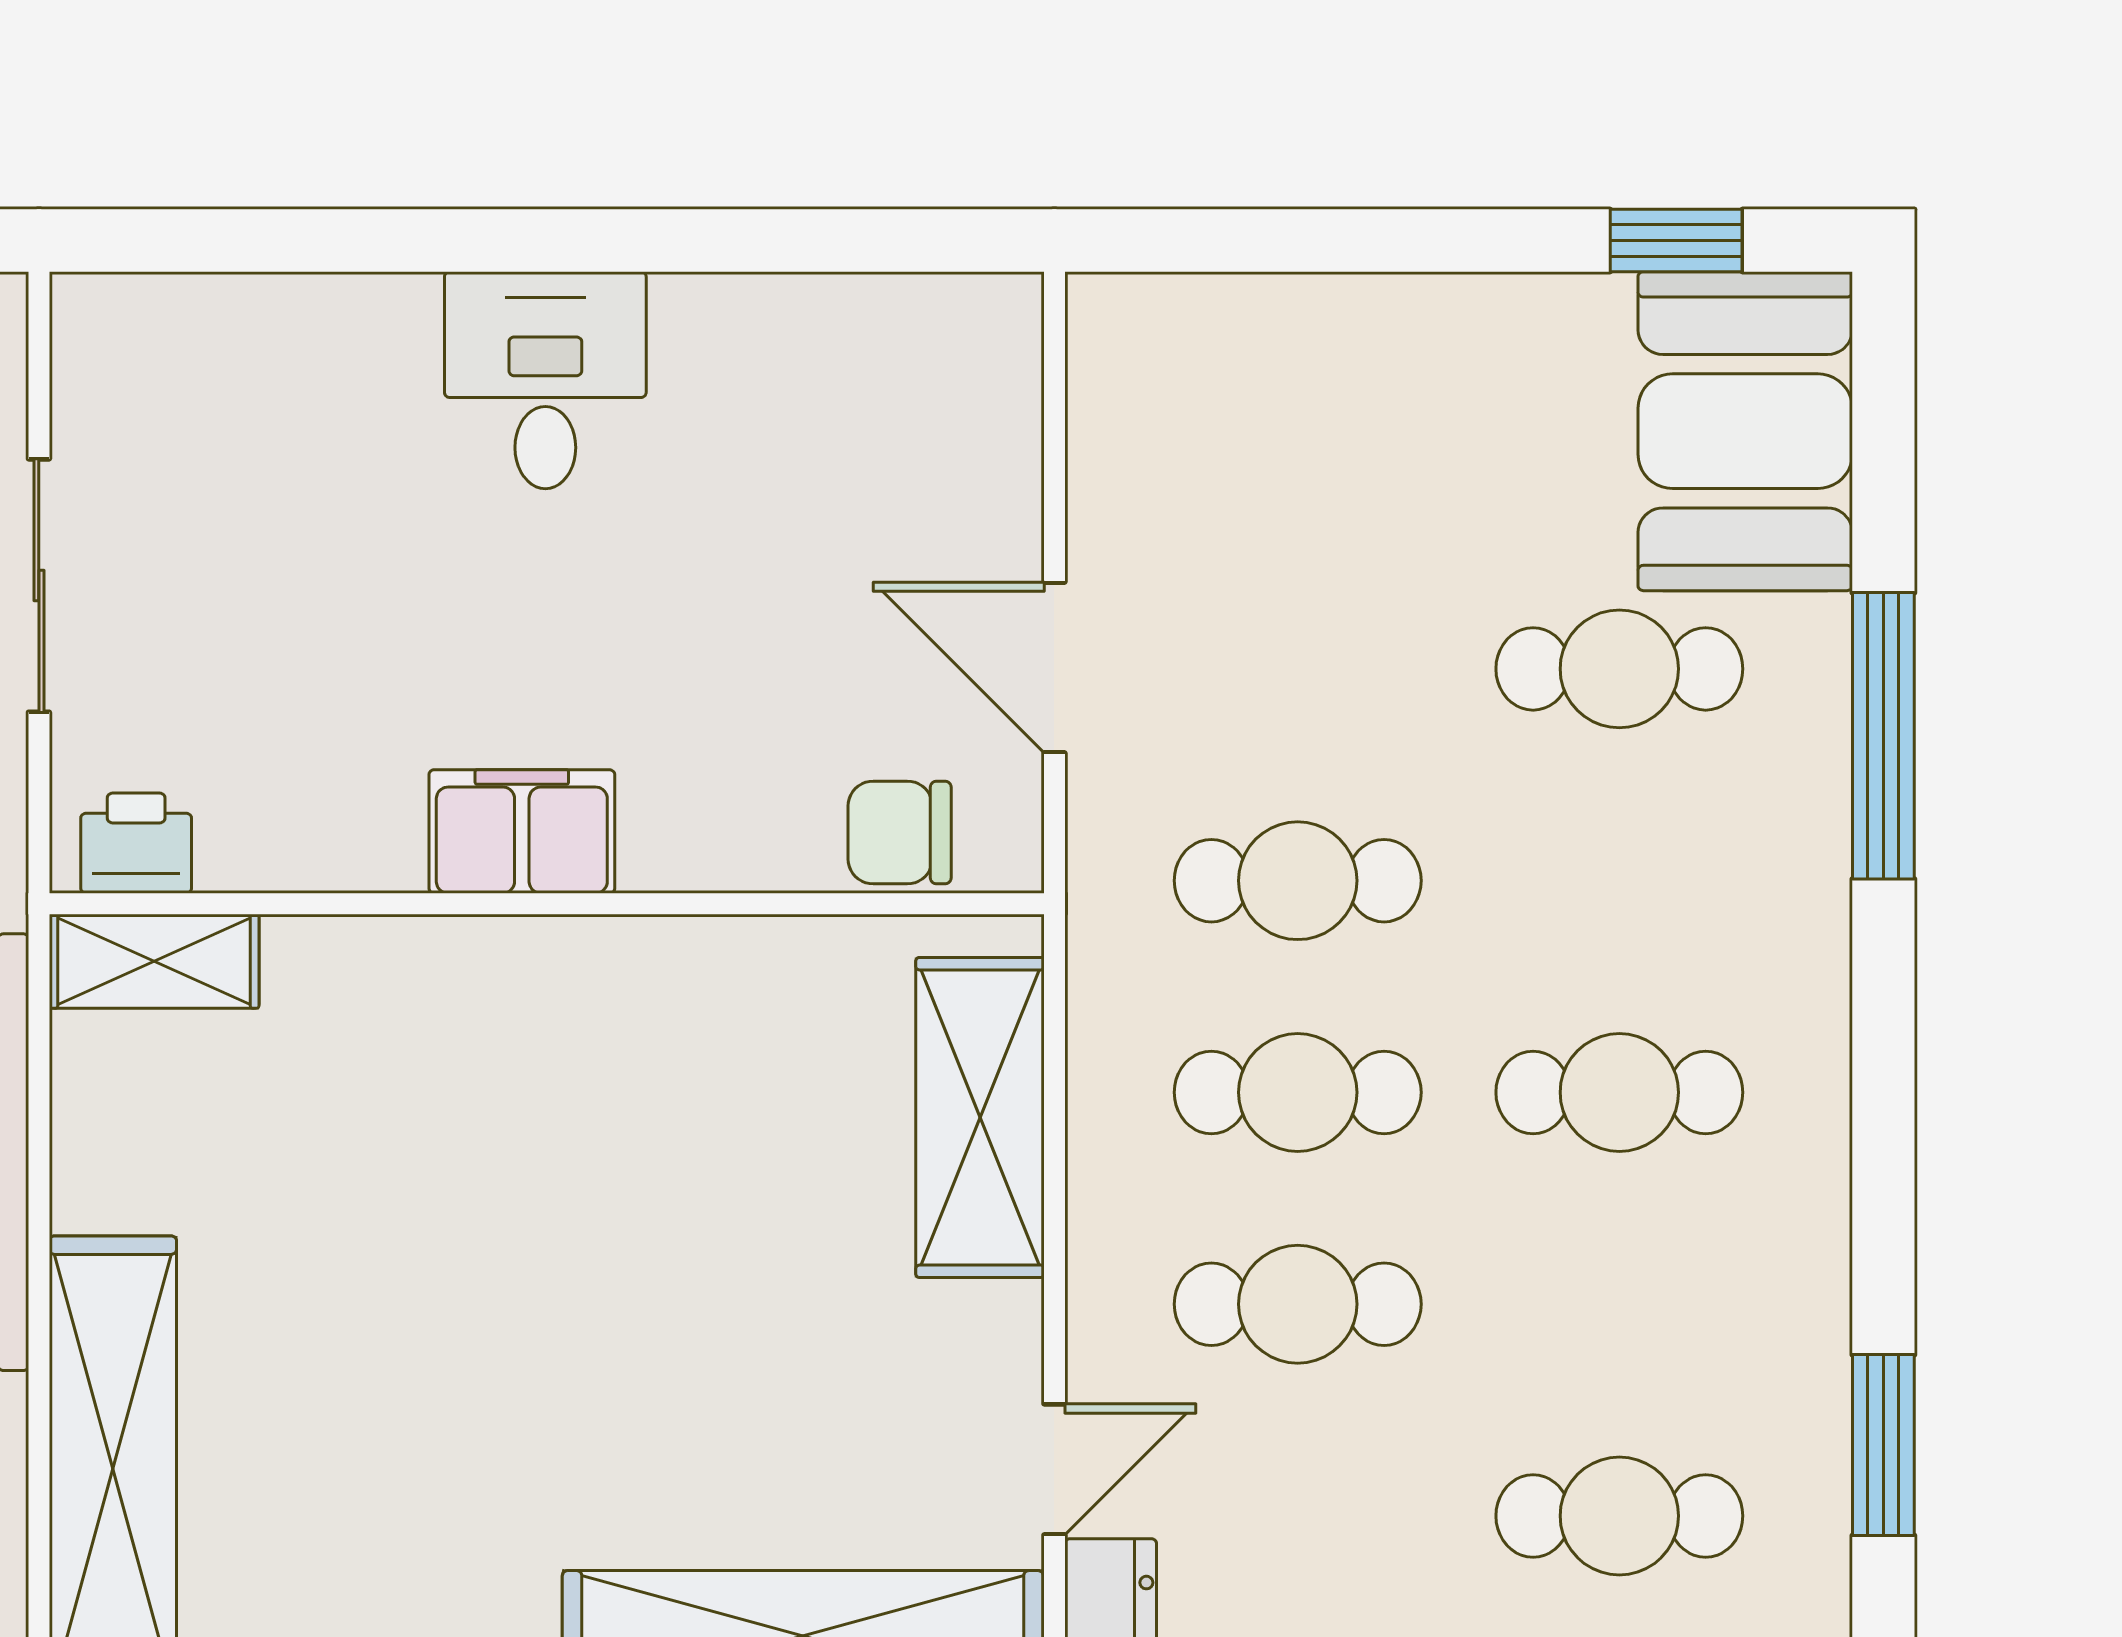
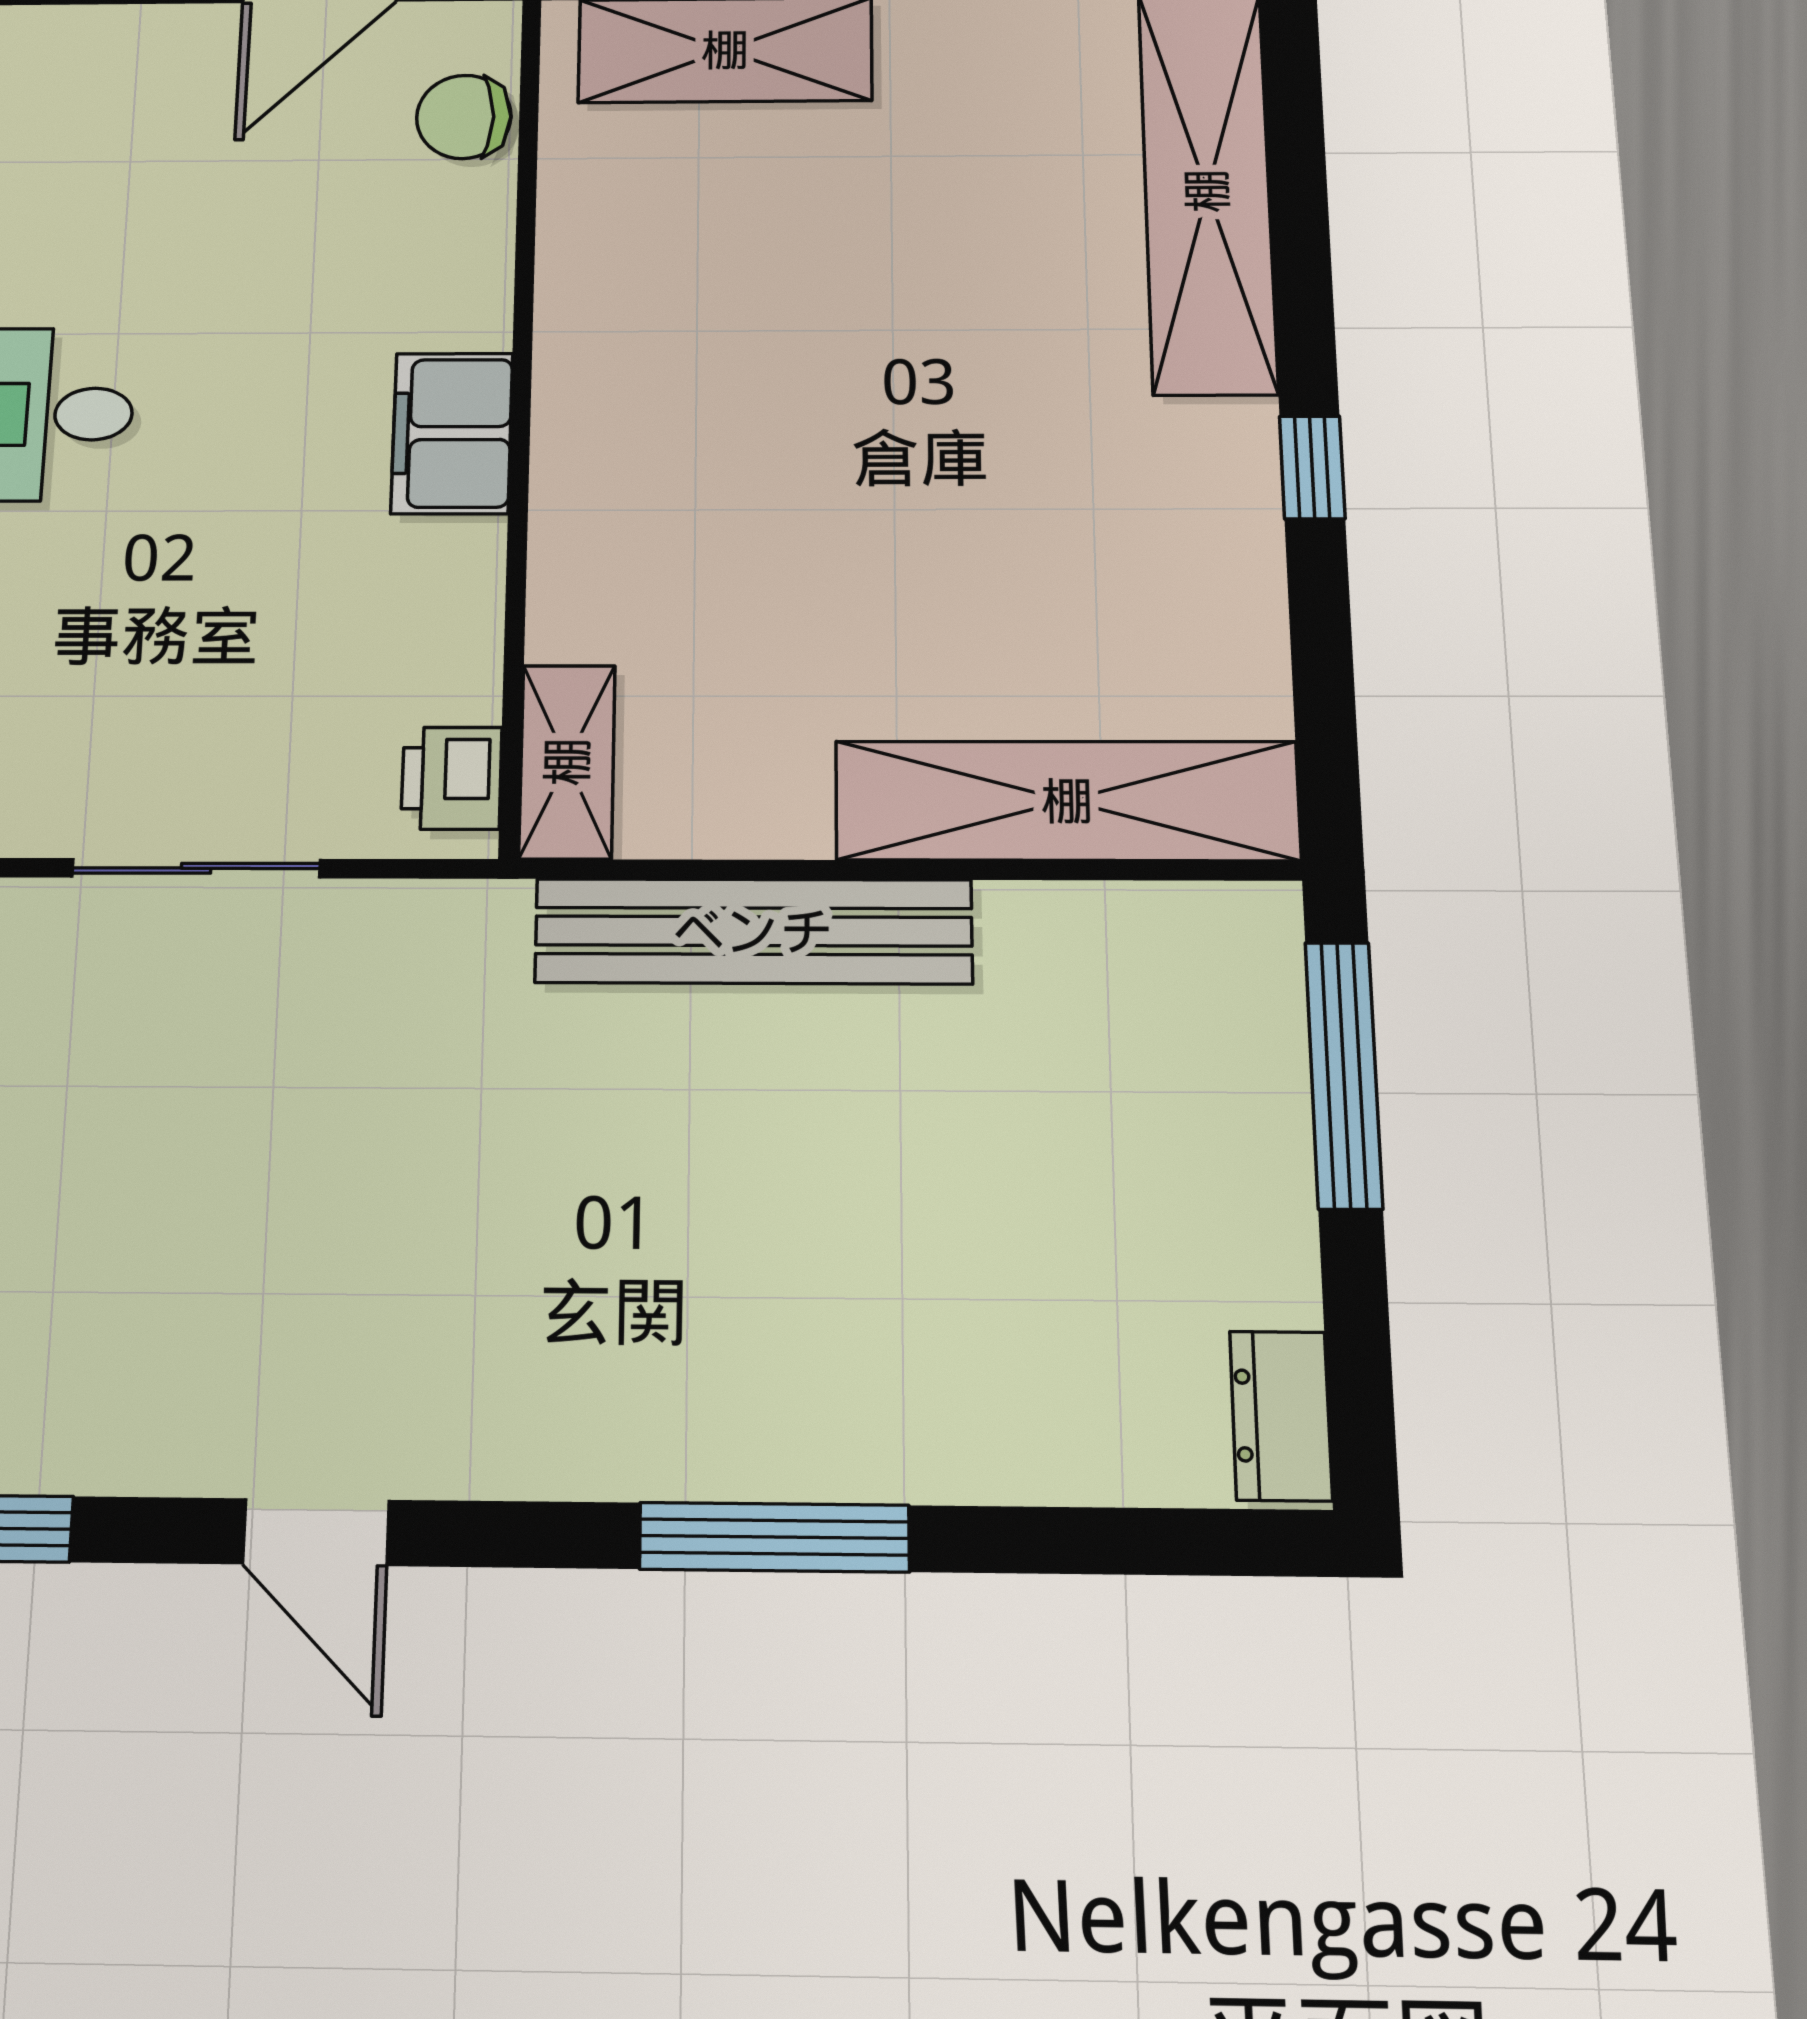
chair: (900, 832) -> (464, 117), turned 90

